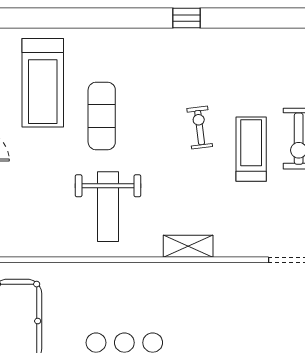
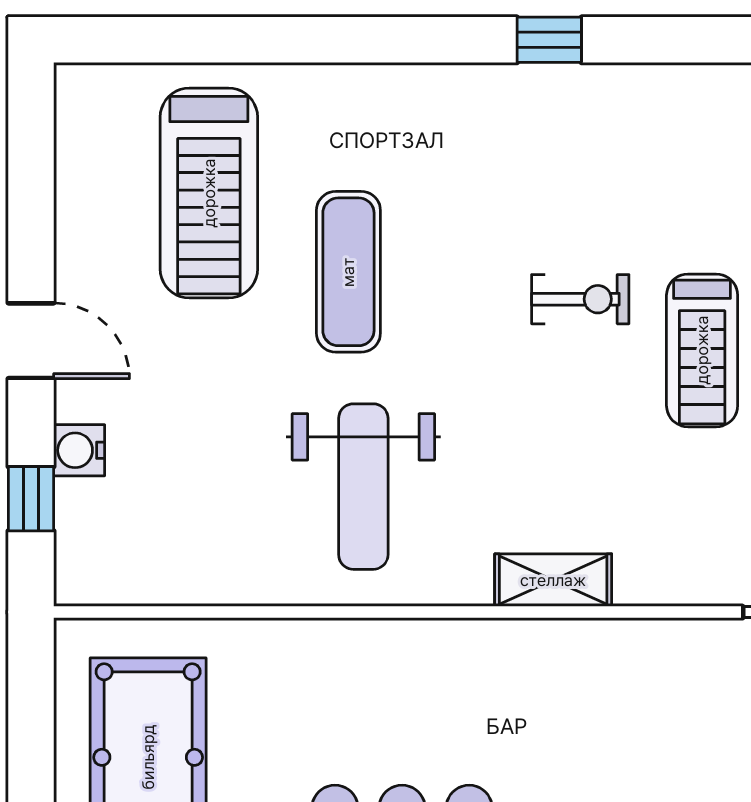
exercise bike: (200, 128) -> (580, 299), turned 97
treadmill: (251, 149) -> (702, 350), turned 180

